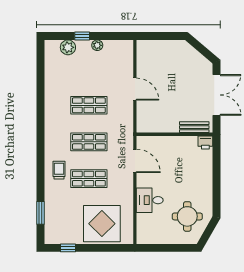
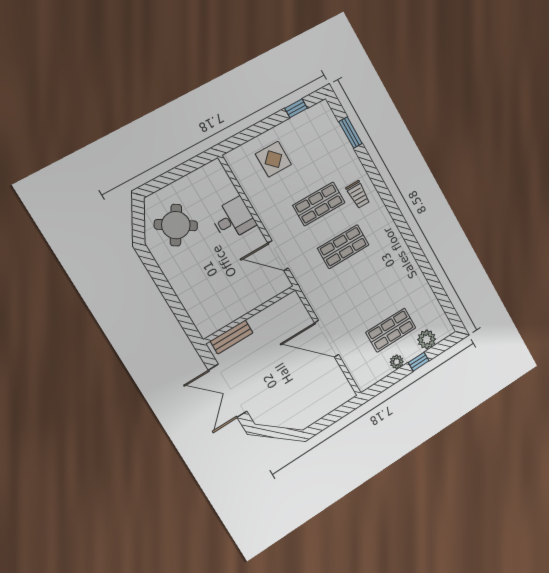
door: (135, 89) -> (327, 339), width x1.36
shop shelf: (89, 105) -> (391, 330), moved
printer: (205, 142) -> (207, 327), removed
round table: (187, 216) -> (176, 225), turned 32
display table: (102, 224) -> (273, 159), width x0.54, depth x0.54

